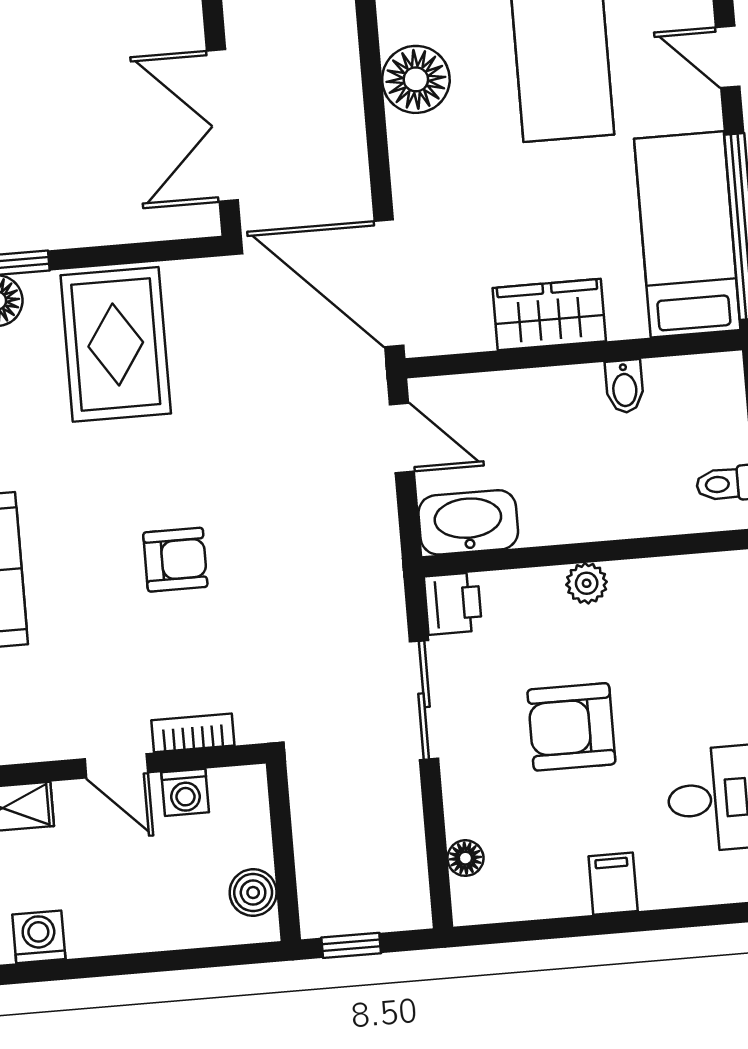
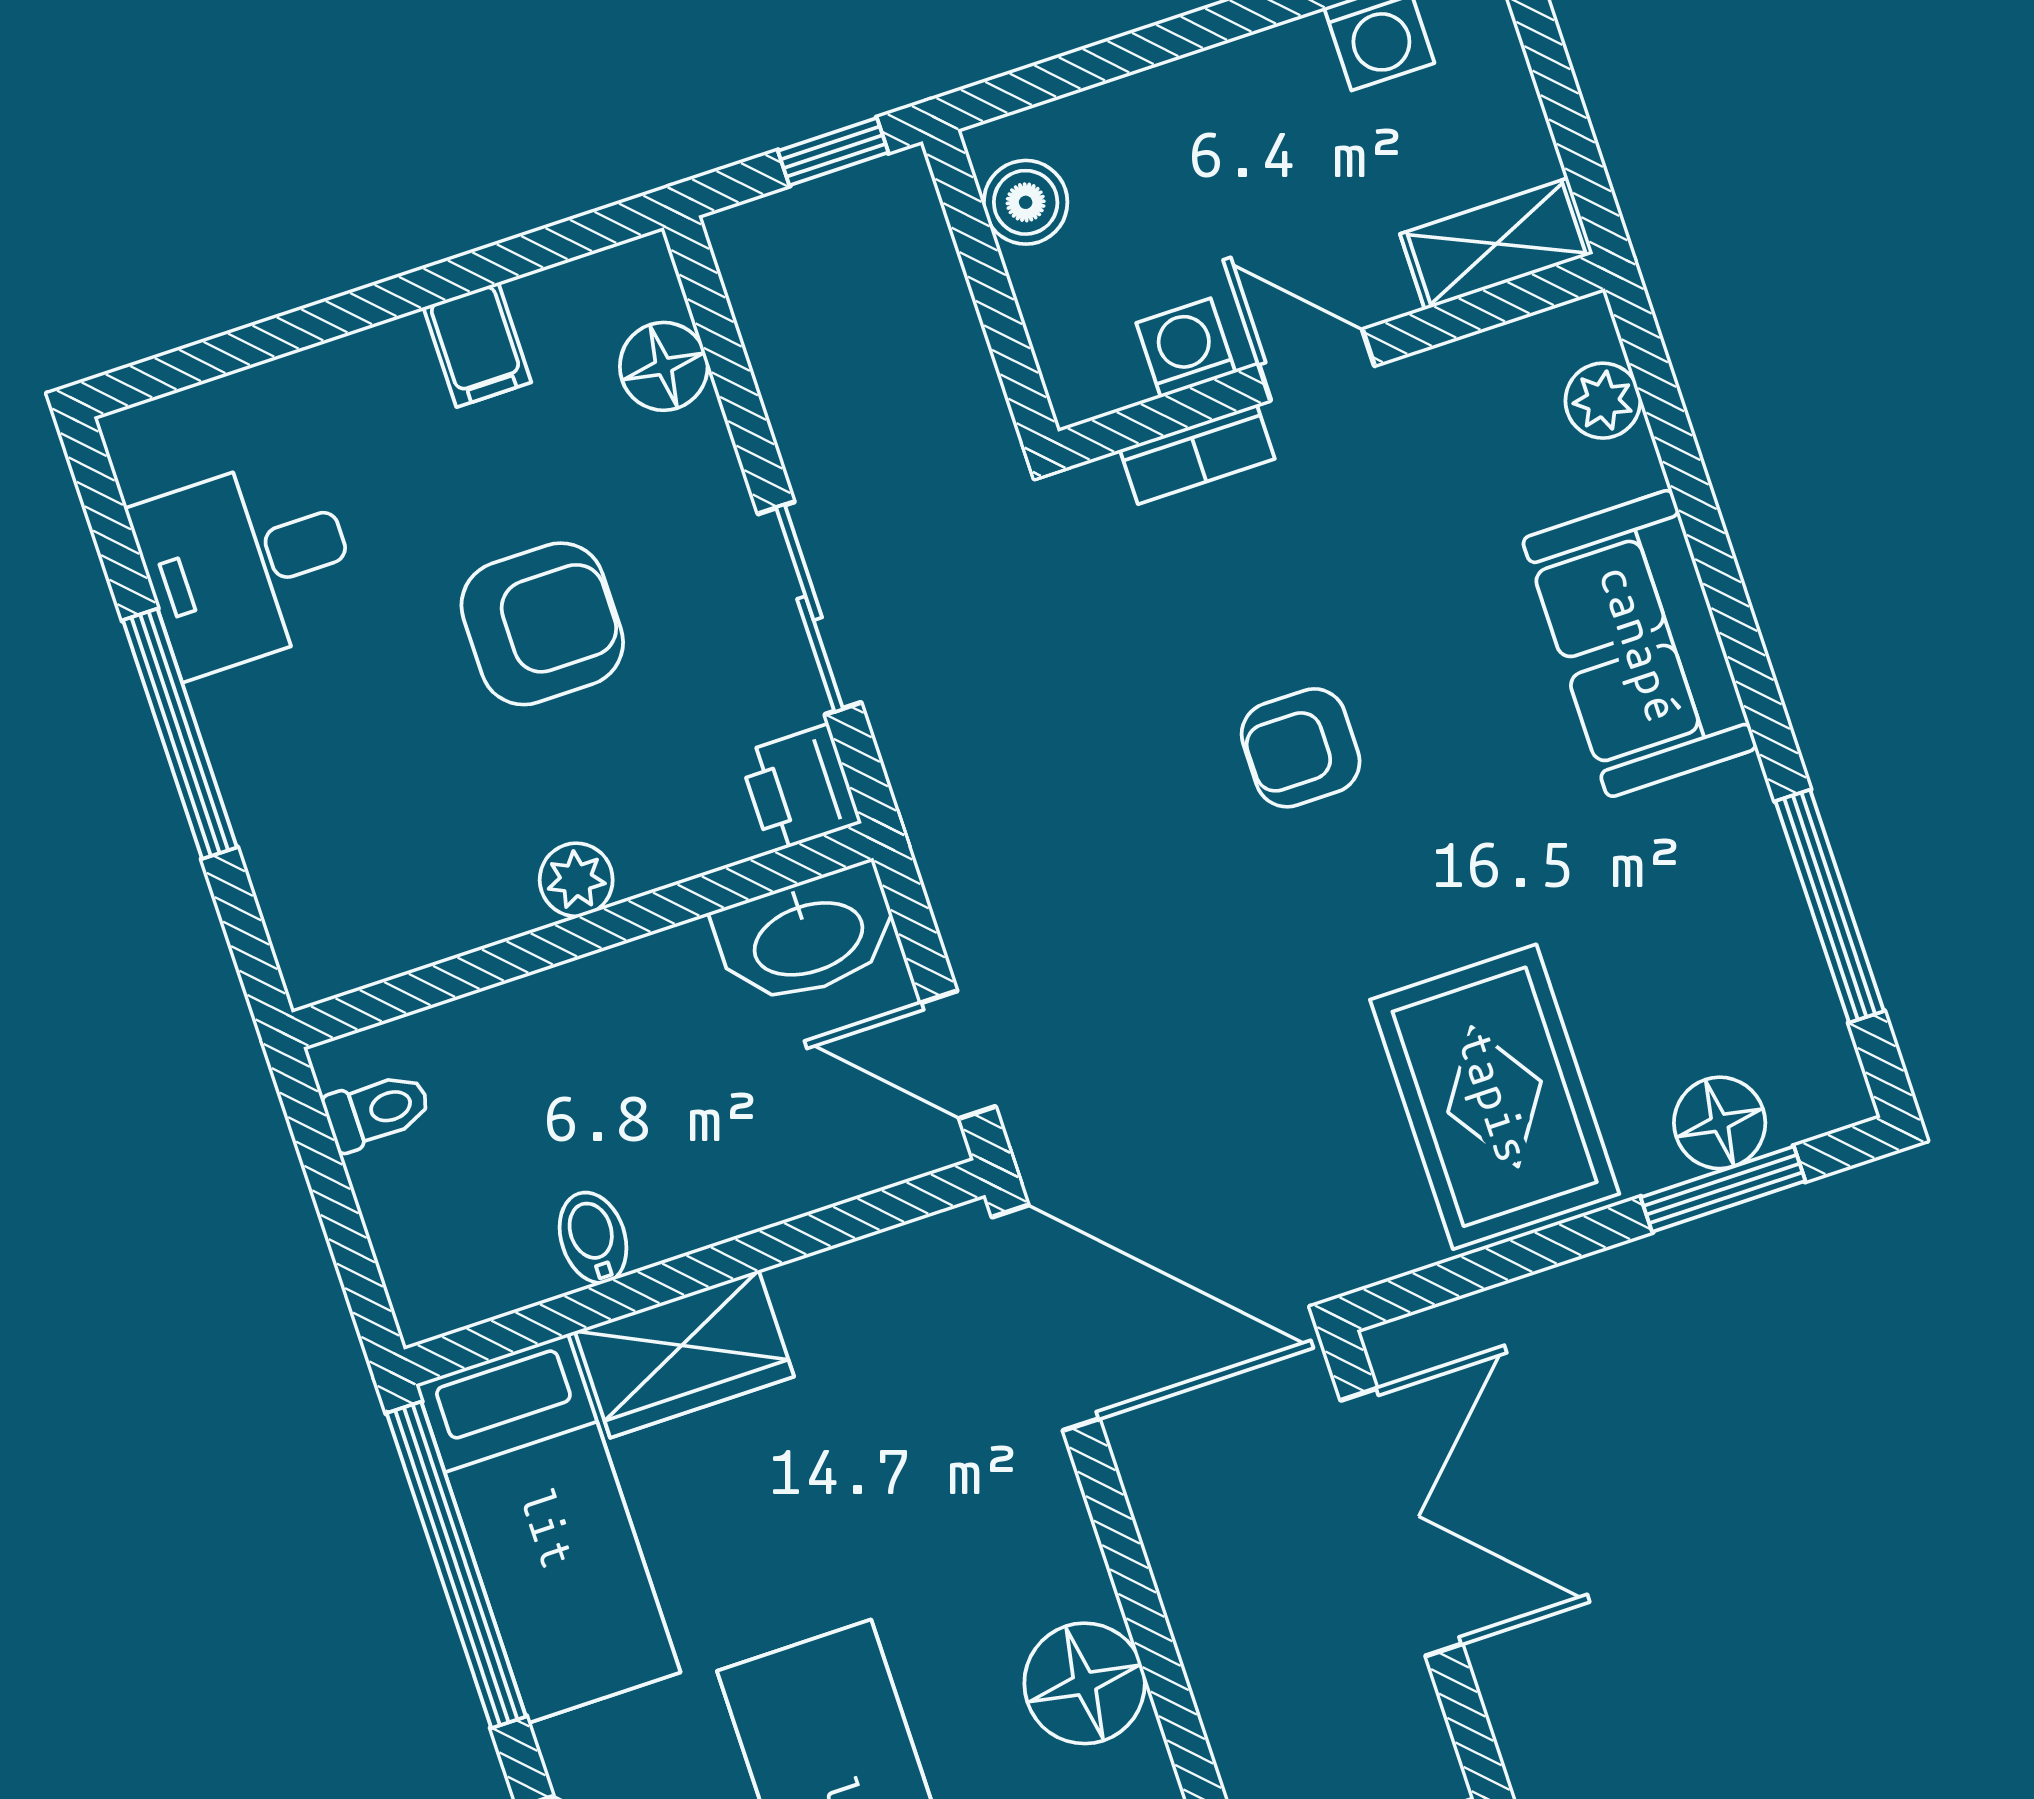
wardrobe: (549, 315) -> (684, 1354), moved
floor lamp: (465, 858) -> (664, 366), width x1.37, depth x1.37
filing cabinet: (613, 884) -> (477, 345), moved

